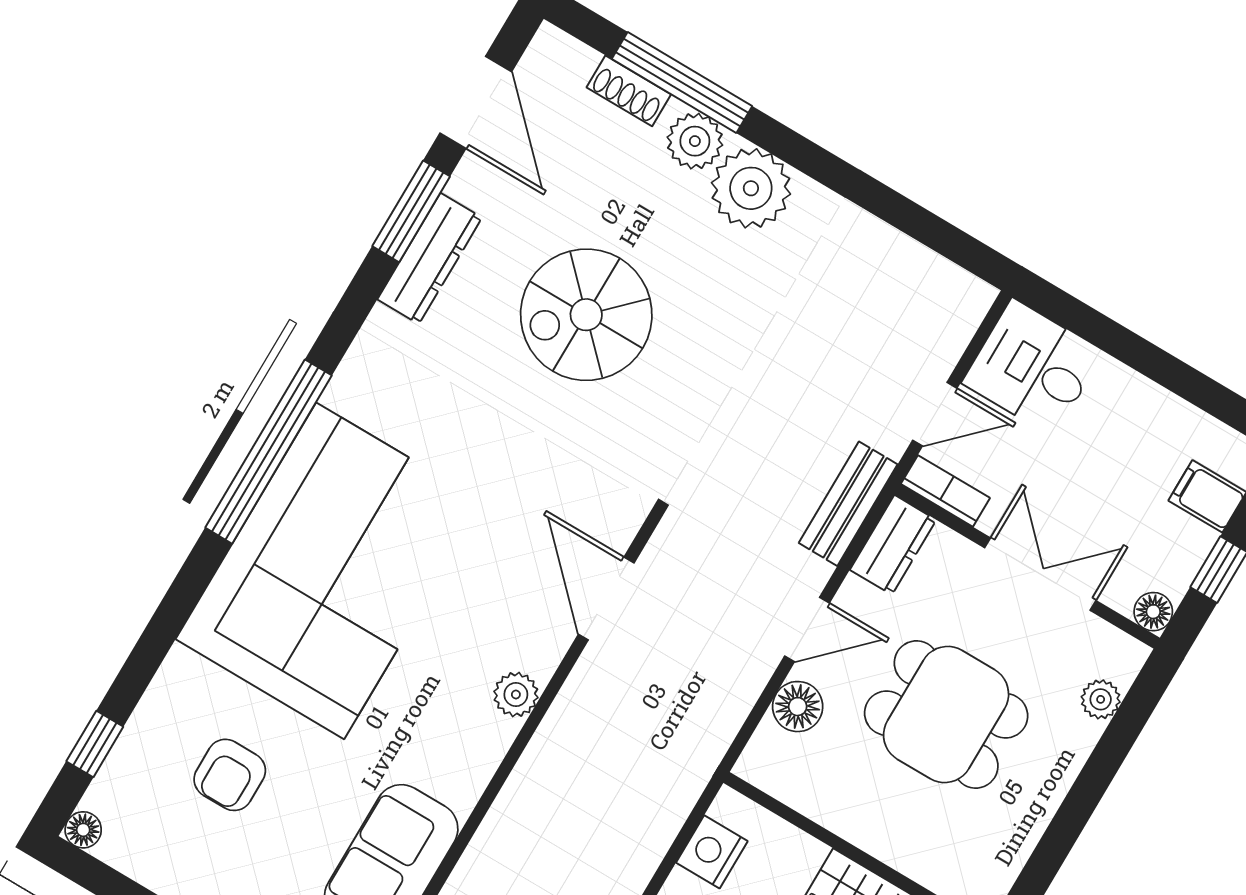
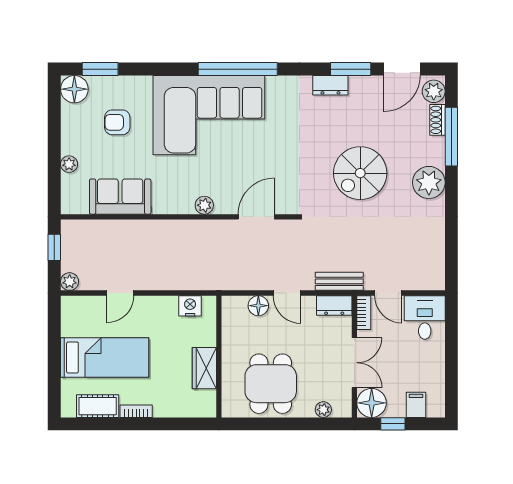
plant: (695, 141) -> (434, 91), moved
dresser: (430, 258) -> (330, 85), width x0.70
spiral stairs: (586, 315) -> (360, 173), moved, turned -90
floor lamp: (1153, 612) -> (372, 403), width x1.89, depth x1.89
dining table: (946, 714) -> (271, 384), moved
window: (95, 744) -> (100, 69), width x1.50
floor lamp: (83, 830) -> (74, 89), width x1.89, depth x1.89

